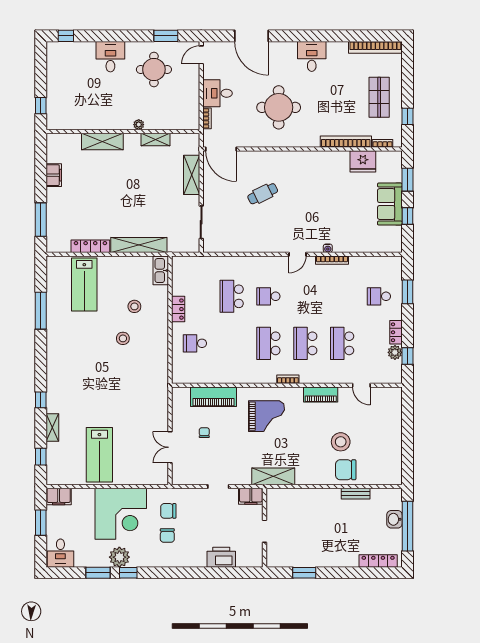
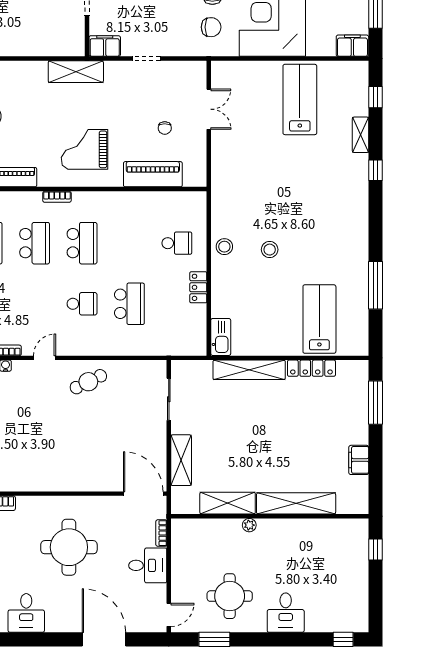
shelving: (156, 140) -> (228, 503), width x1.50, depth x1.33
shelving: (102, 141) -> (296, 503), width x1.47
cafe table: (263, 194) -> (88, 382), moved
stool: (134, 306) -> (224, 247), moved

